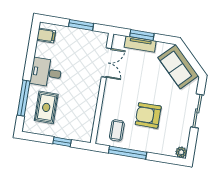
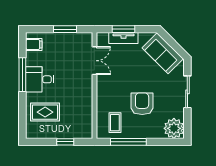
window: (24, 98) -> (22, 75), moved
rug: (46, 107) -> (45, 112), turned 90
armchair: (148, 115) -> (142, 104), turned 90
plant: (181, 152) -> (174, 128), width x1.87, depth x1.87

